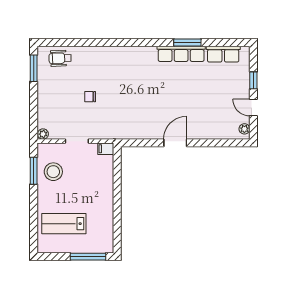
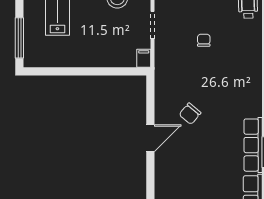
chair: (154, 109) -> (190, 114), added
door: (175, 143) -> (150, 138), hinge flipped

